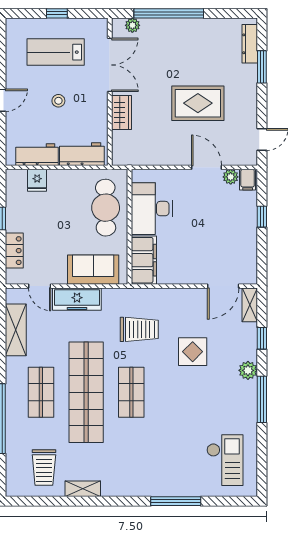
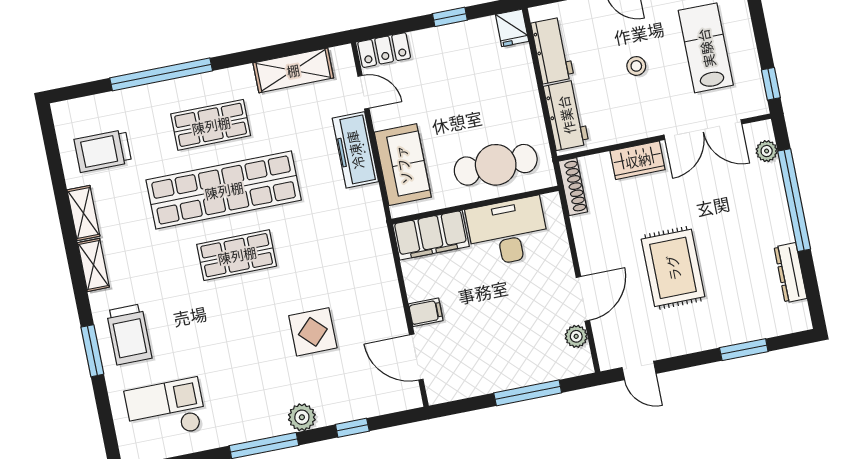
window: (57, 13) -> (771, 84), moved
dresser: (250, 44) -> (790, 273), moved, turned -90
shoe rack: (130, 159) -> (573, 187), added
fridge: (37, 180) -> (512, 28), moved, turned -90
filing cabinet: (248, 180) -> (426, 312), moved, turned 180
window: (262, 217) -> (528, 393), width x2.17
locker: (14, 251) -> (384, 50), moved
door: (40, 286) -> (363, 92), swing flipped
shelving: (250, 305) -> (93, 265), moved, turned 90
trolley: (139, 329) -> (129, 334), moved
checkout: (225, 460) -> (166, 410), turned 180
window: (176, 501) -> (92, 351), width x0.69

